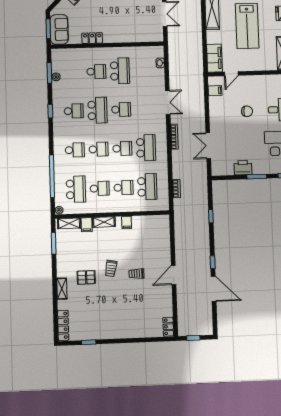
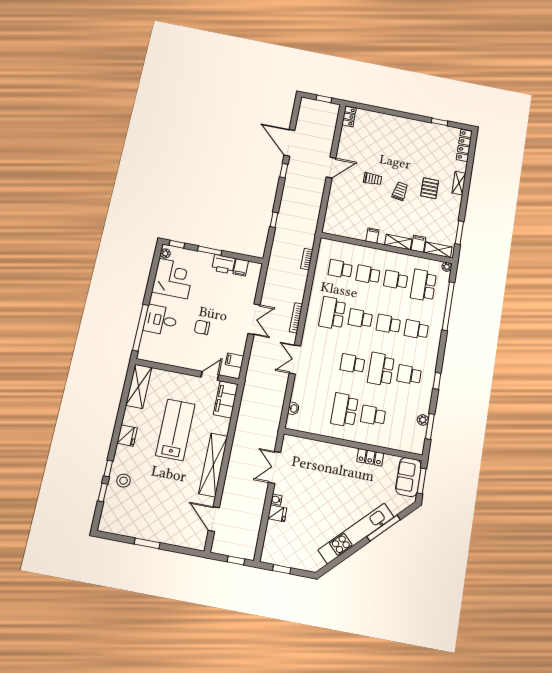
double door: (208, 146) -> (254, 319), moved
filing cabinet: (228, 168) -> (241, 267), added
school desk: (147, 187) -> (340, 269), width x0.54
pallet: (86, 277) -> (430, 188), turned 90

